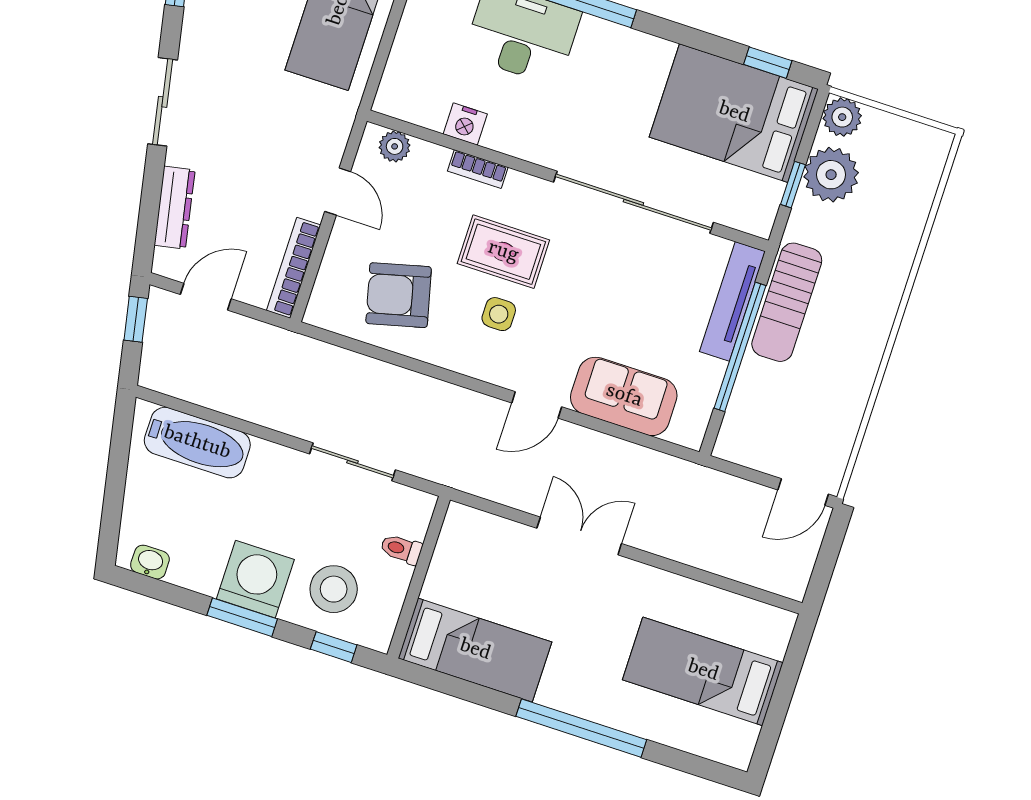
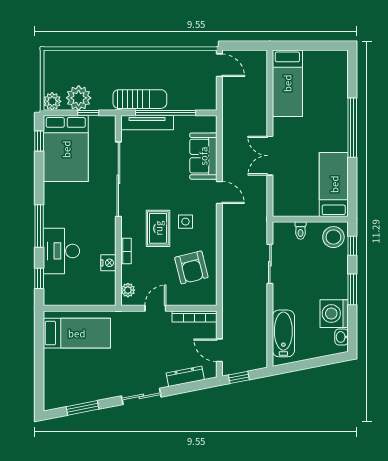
washing machine: (255, 579) -> (334, 314), moved
stool: (334, 589) -> (333, 237), moved
bed: (703, 671) -> (287, 83), moved

